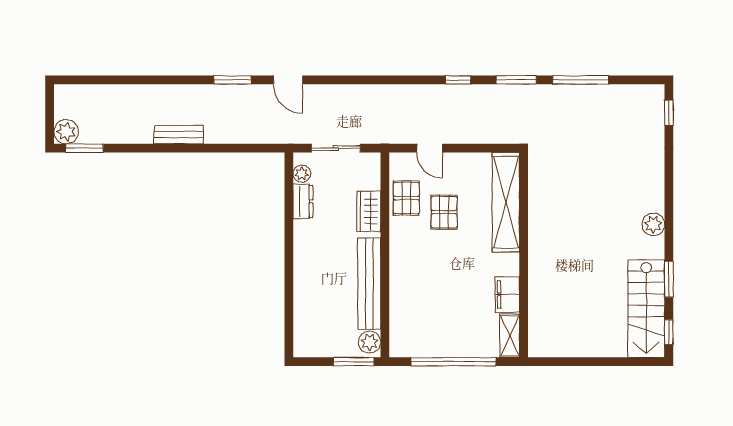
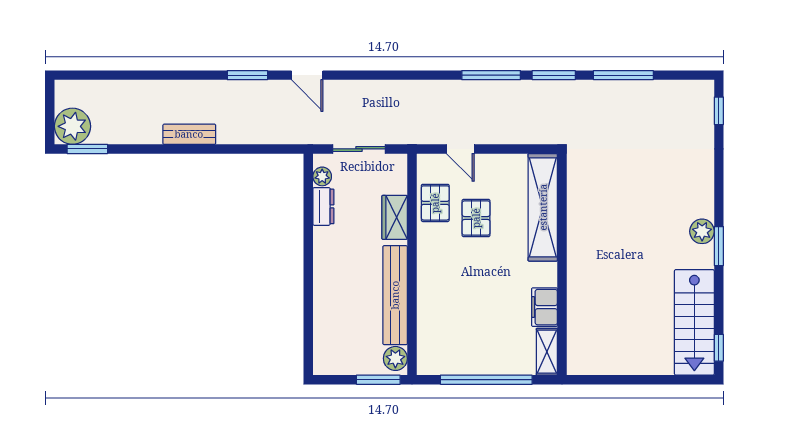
window: (458, 80) -> (491, 75), width x2.17
plant: (66, 132) -> (72, 126), width x1.36, depth x1.36
window: (669, 279) -> (719, 246), moved

